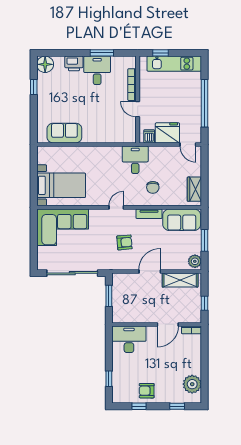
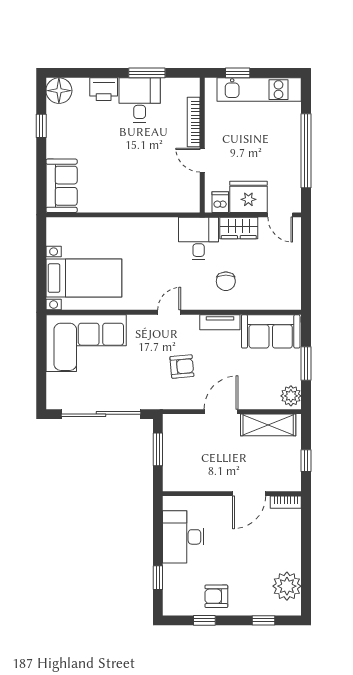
sofa: (64, 133) -> (62, 186), moved, turned 90
wardrobe: (194, 189) -> (239, 228), moved, turned -90
desk: (129, 339) -> (183, 537), moved, turned -90

